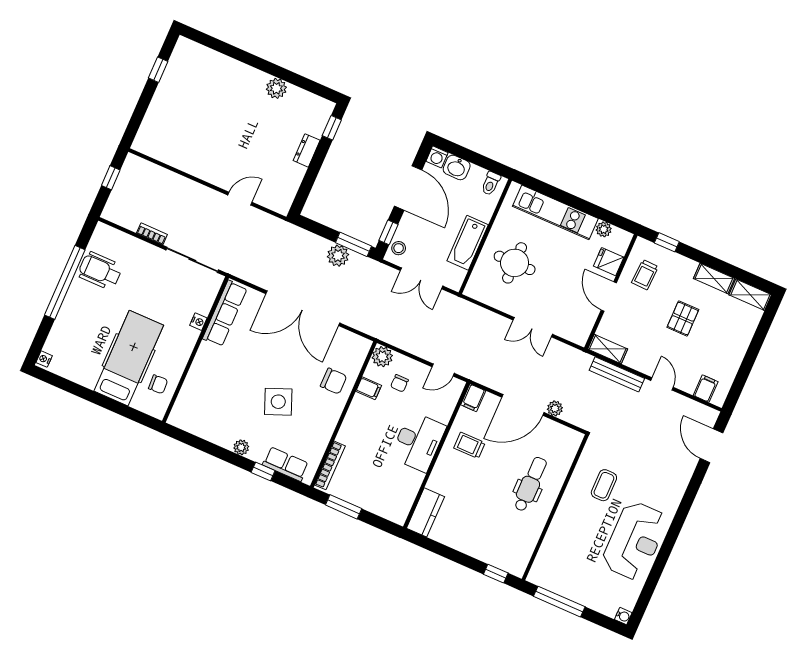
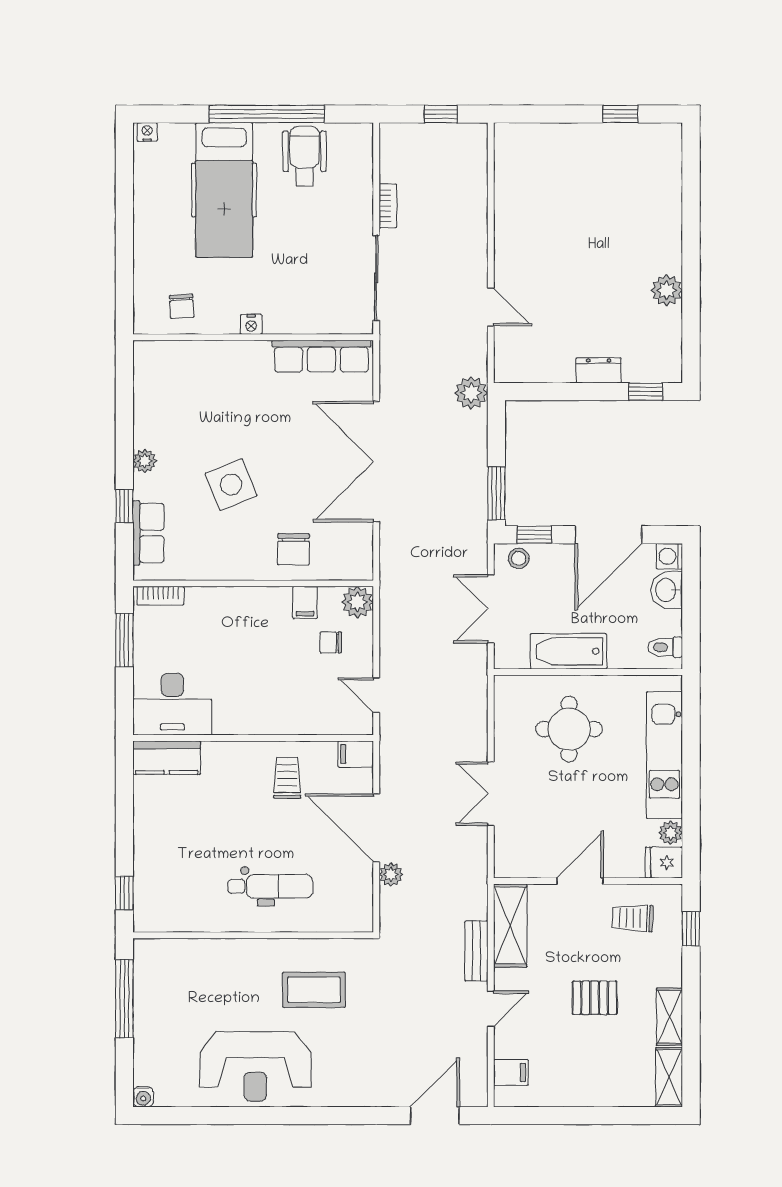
plant: (338, 256) -> (471, 393), moved
fridge: (609, 262) -> (664, 863), moved, turned -90
nightstand: (198, 322) -> (251, 324), moved
shelving: (608, 349) -> (510, 926), width x1.50, depth x1.33
hospital bed: (129, 358) -> (224, 190), moved, turned 90
bench: (617, 374) -> (476, 951), width x0.73
desk: (418, 442) -> (172, 704), moved
bookcase: (330, 465) -> (161, 596), width x0.64
coffee table: (604, 485) -> (314, 990), width x1.36, depth x1.30

